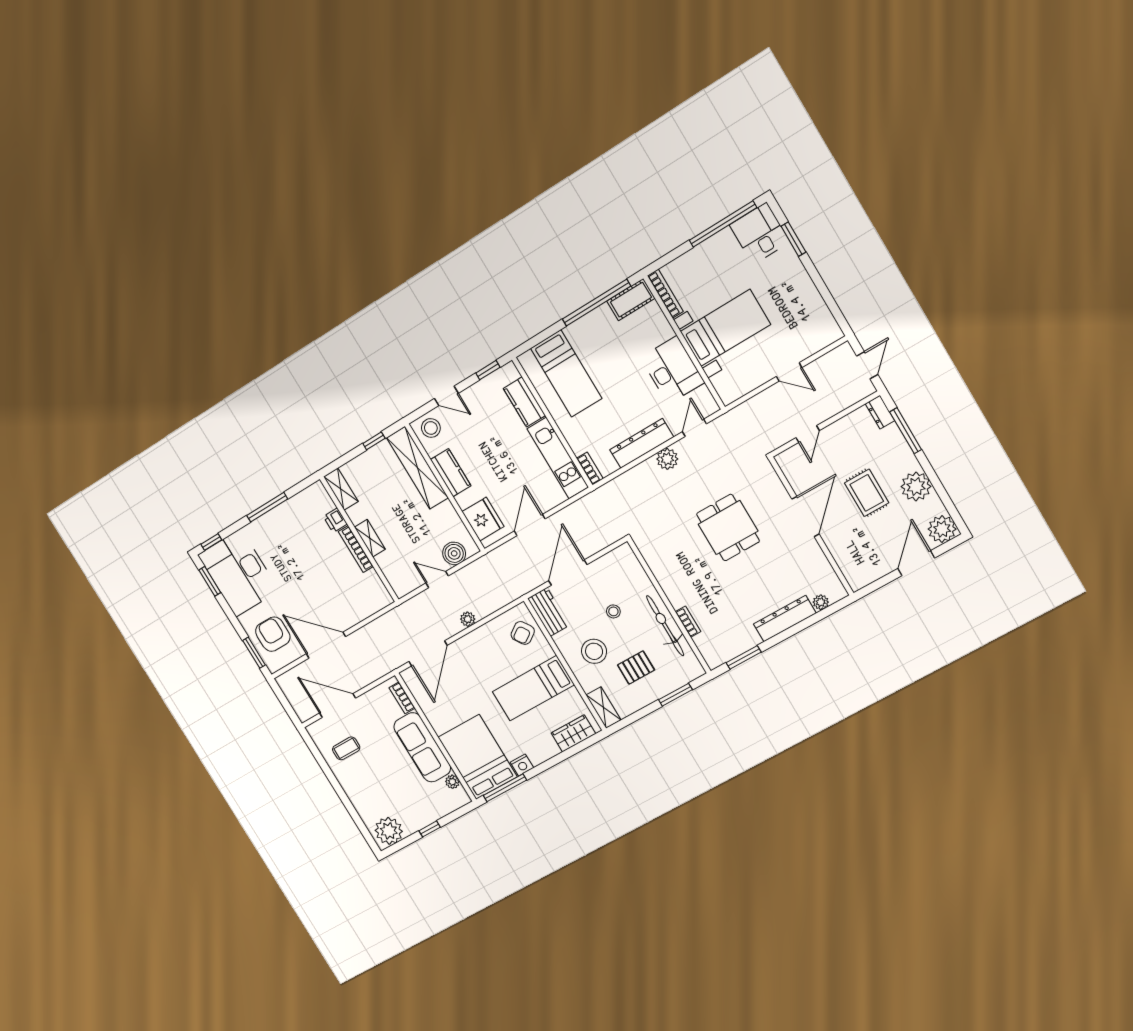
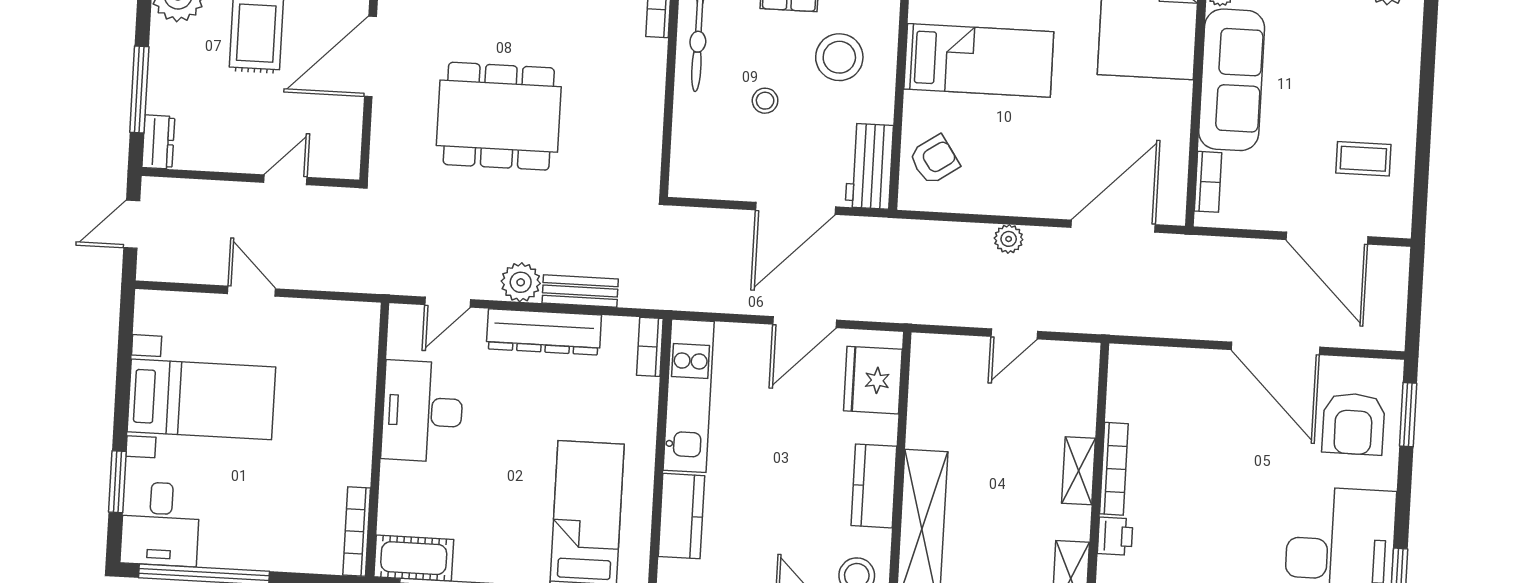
bed with nightstands: (725, 328) -> (201, 399), moved, turned 180
bench: (638, 473) -> (580, 291), added
dining table: (728, 528) -> (499, 116), width x1.38
boiler: (454, 553) -> (957, 357), removed
door: (437, 579) -> (1014, 334), hinge flipped

